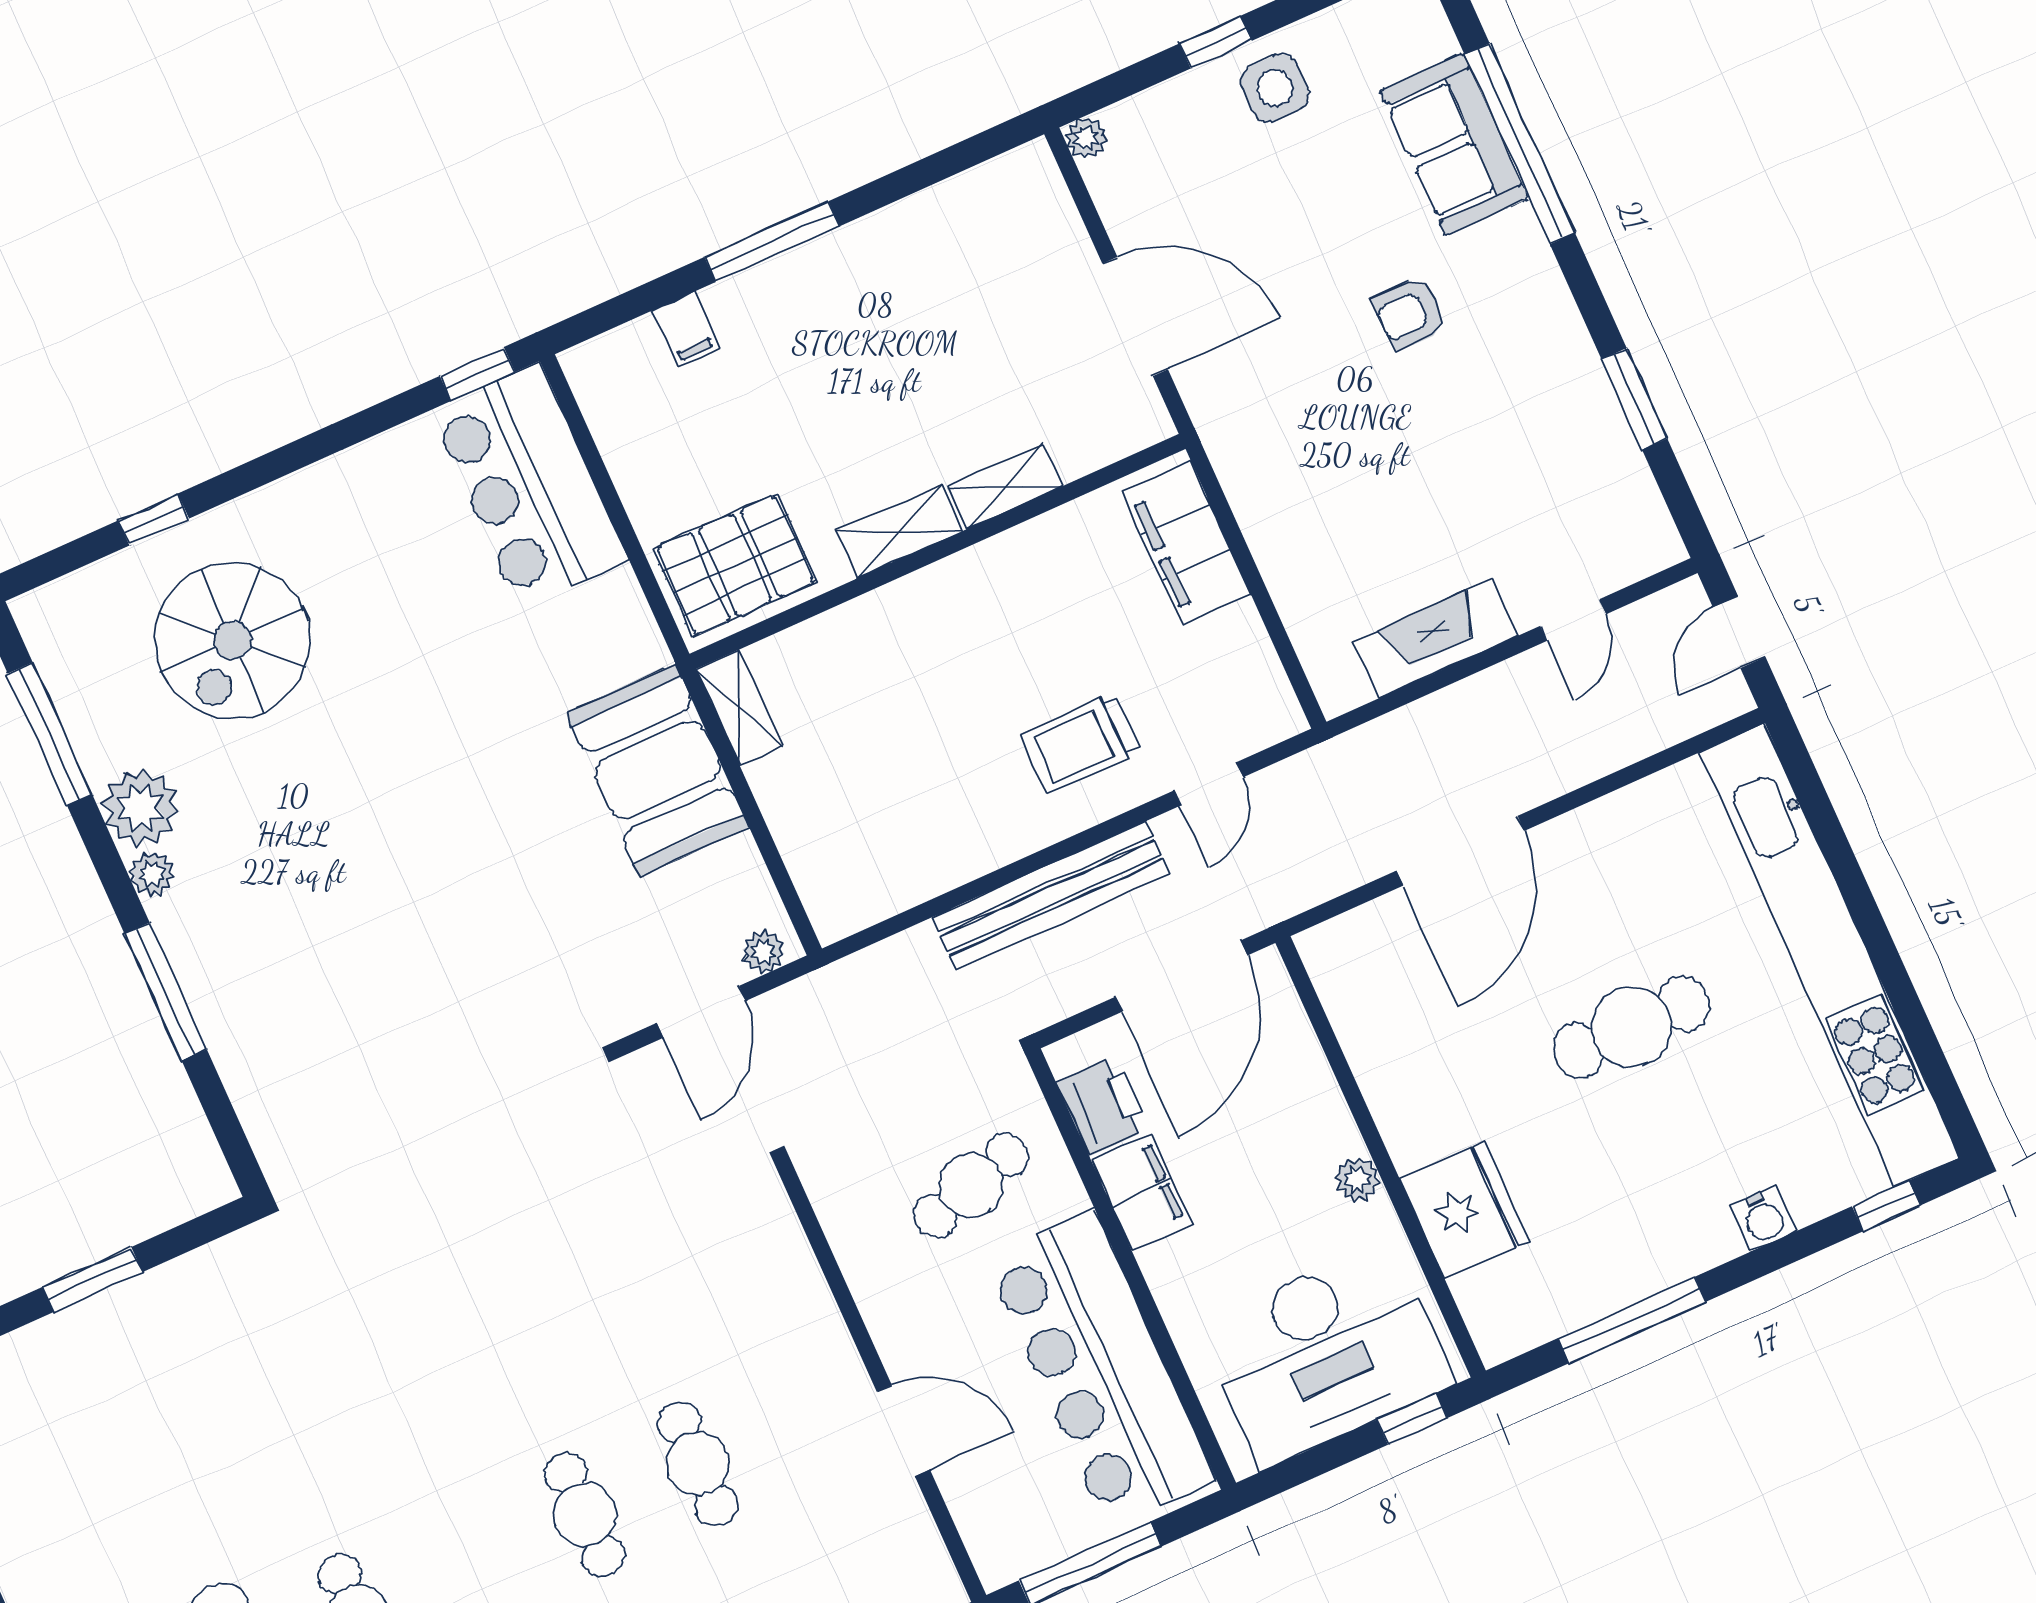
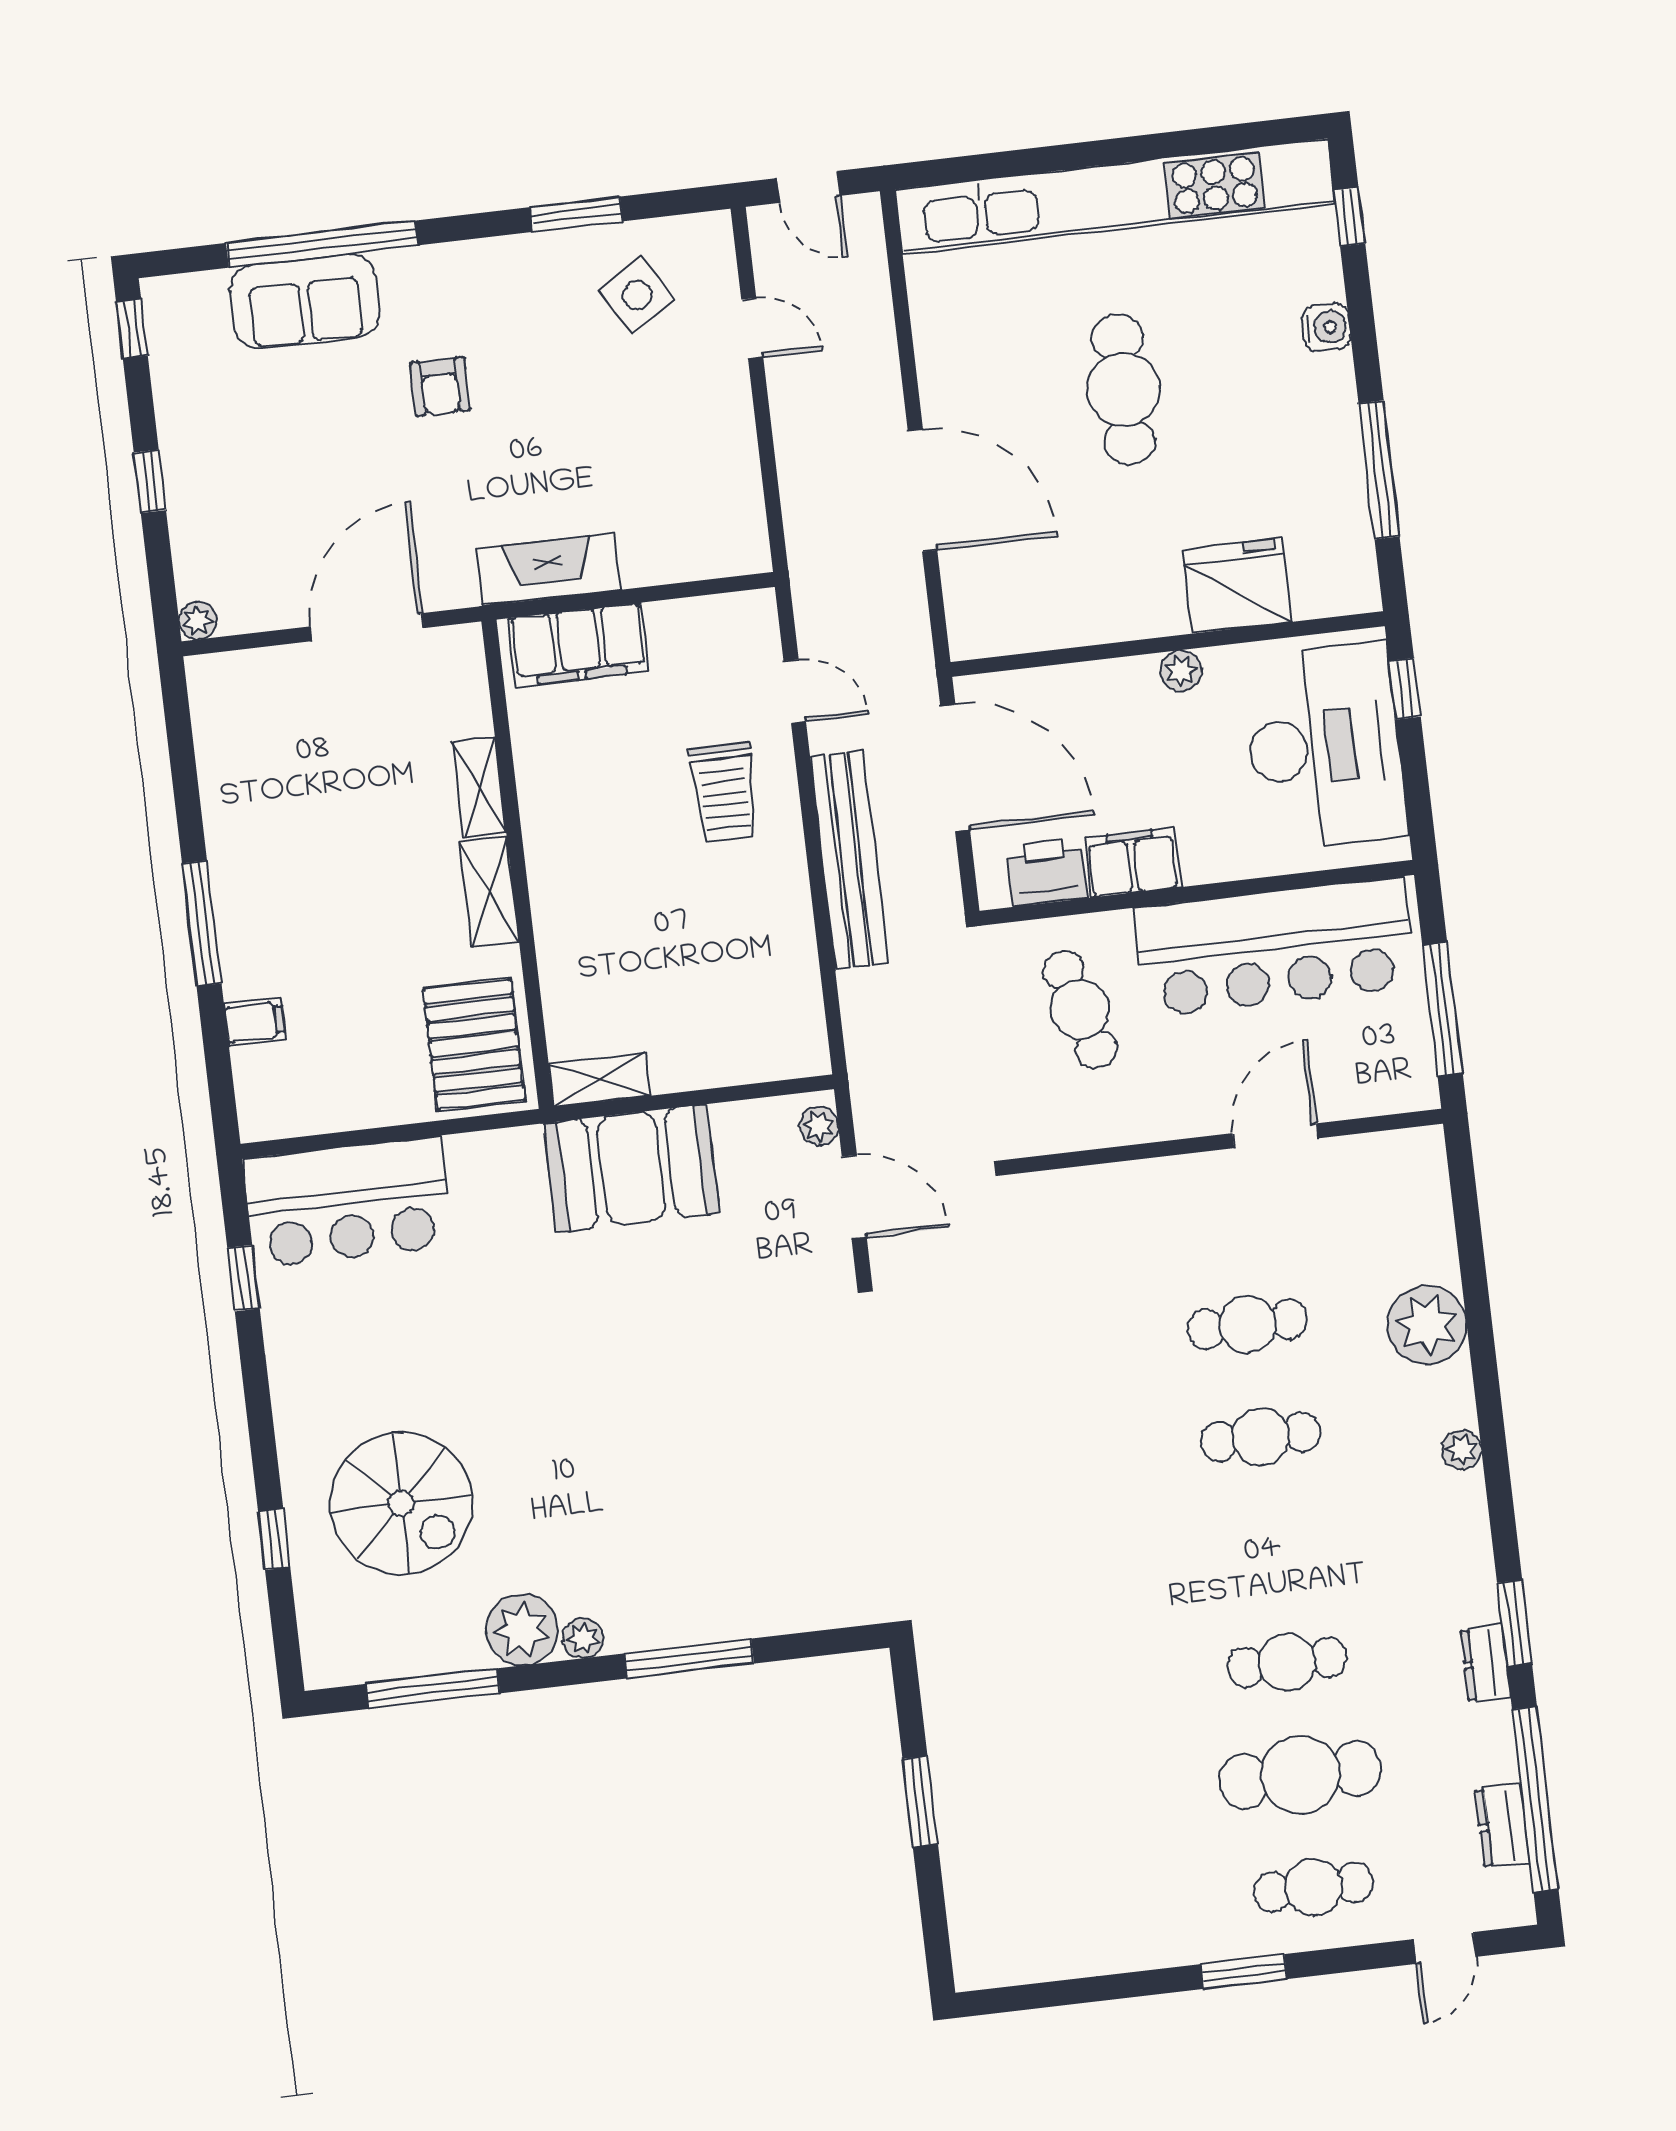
side table: (1275, 88) -> (637, 295), moved, turned -32
window: (477, 374) -> (243, 1278), moved
fireplace: (1435, 639) -> (548, 570), moved, turned 90

